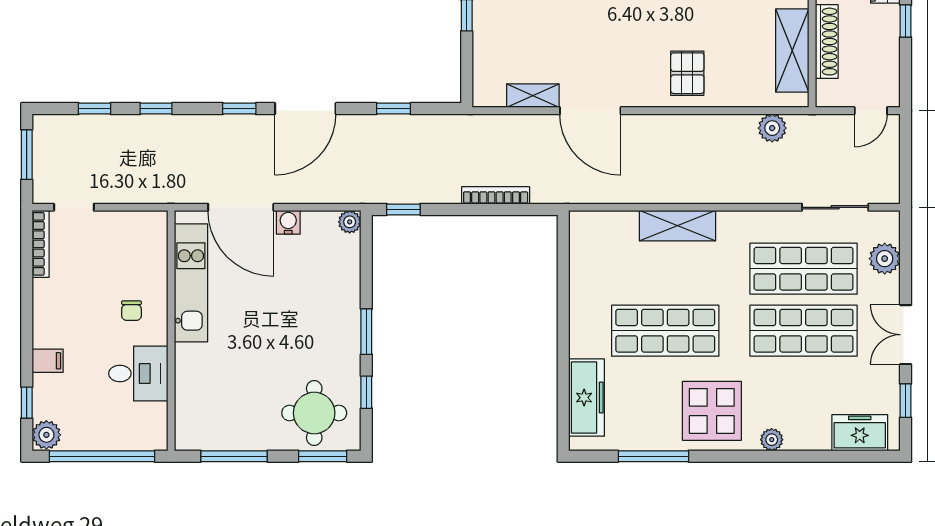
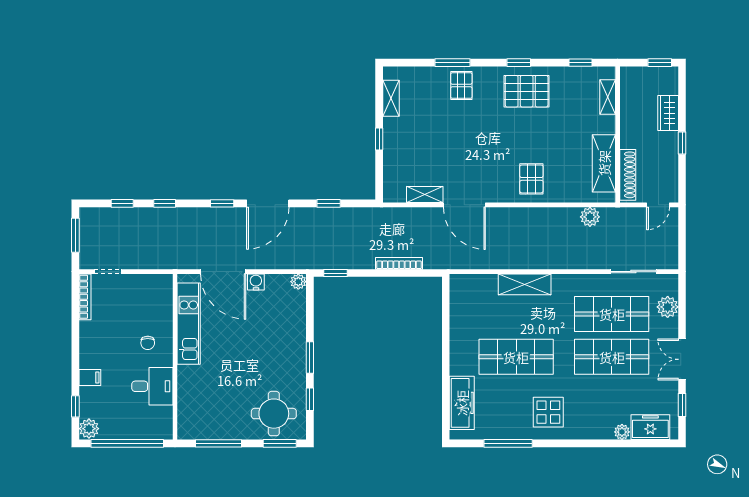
shoe rack: (827, 42) -> (628, 175), moved
display table: (712, 411) -> (548, 412), width x0.73, depth x0.73
plant: (772, 440) -> (622, 432), moved

